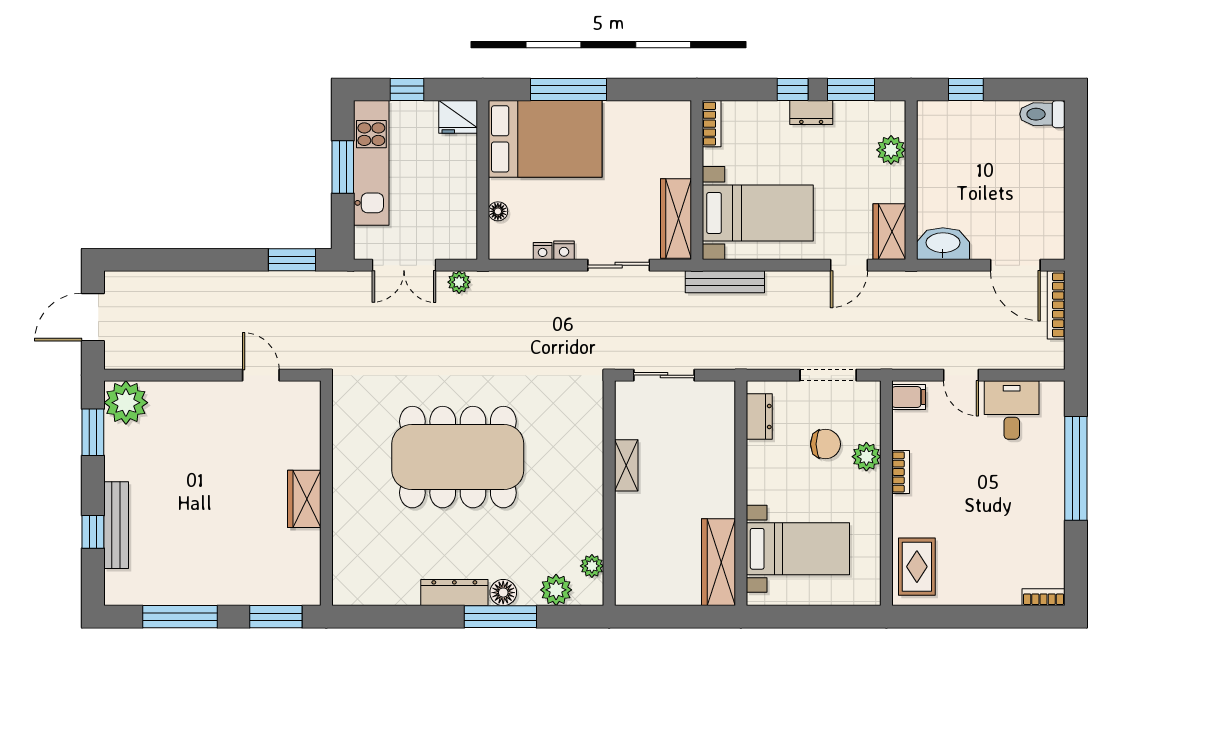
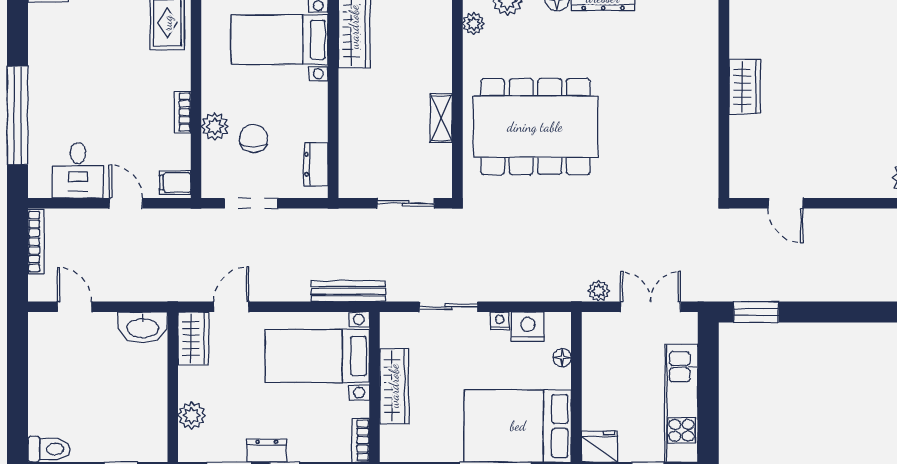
window: (343, 167) -> (708, 399), removed
wardrobe: (676, 219) -> (394, 386), moved
nightstand: (543, 251) -> (528, 327), width x1.89, depth x1.79
door: (1015, 265) -> (74, 307), width x0.73
bookcase: (1056, 305) -> (36, 242), moved
chair: (825, 444) -> (253, 138), turned 90
dining table: (458, 457) -> (535, 127), moved

